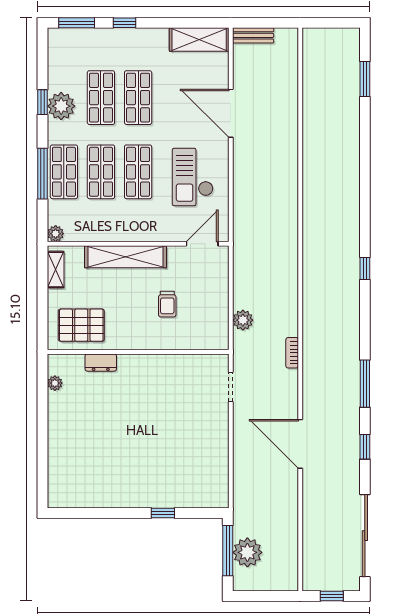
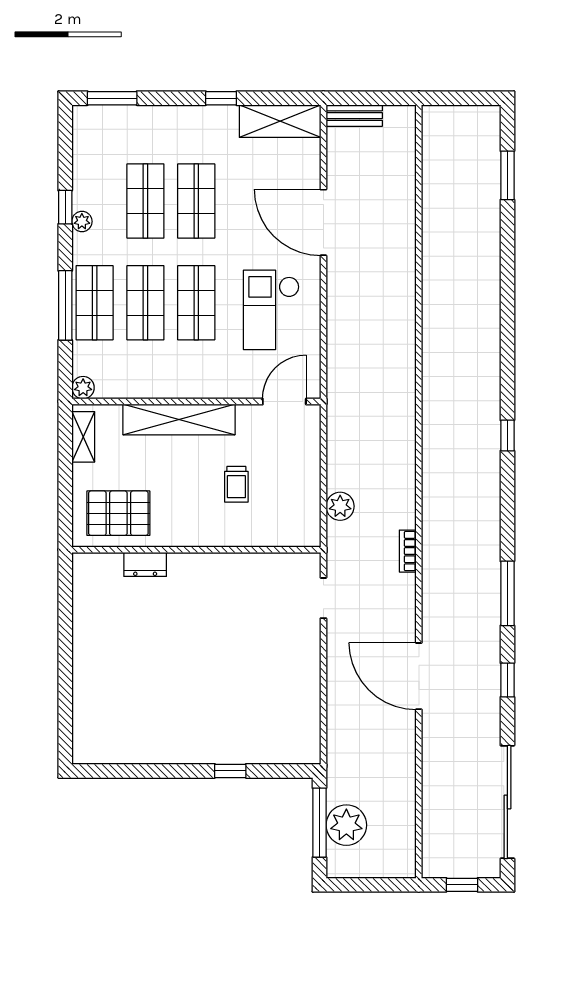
window: (125, 23) -> (221, 98), moved
plant: (61, 106) -> (82, 221), width x0.53, depth x0.53
plant: (55, 383) -> (82, 593), removed

